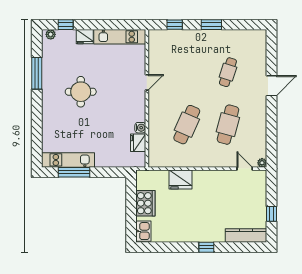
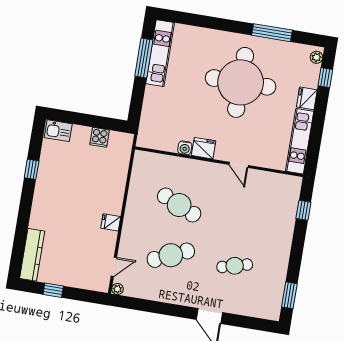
window: (211, 25) -> (289, 295), moved
cafe table: (228, 72) -> (235, 266), turned -33
round table: (81, 92) -> (241, 82), width x1.86, depth x1.86
cafe table: (228, 125) -> (171, 255), turned -39
fridge: (138, 143) -> (204, 148), moved
fridge: (180, 179) -> (111, 222), moved, width x0.53, depth x0.75
cooker: (145, 203) -> (100, 137), width x0.53, depth x0.76
window: (206, 247) -> (32, 169), moved

